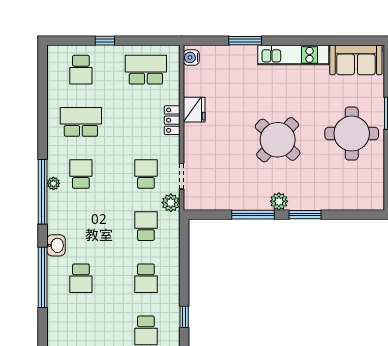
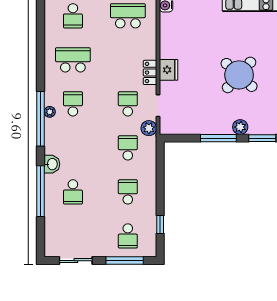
fridge: (194, 110) -> (169, 70), moved
locker: (172, 120) -> (150, 72), moved
school desk: (146, 278) -> (128, 192), turned 180

